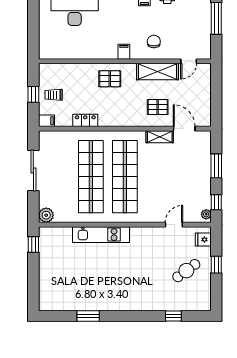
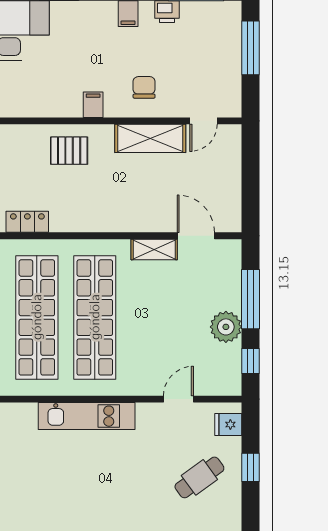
pallet: (158, 107) -> (151, 199), removed
window: (216, 166) -> (250, 299), width x1.44
plant: (206, 214) -> (226, 327), moved, width x1.88, depth x1.88
kitchen unit: (101, 235) -> (87, 416), moved

